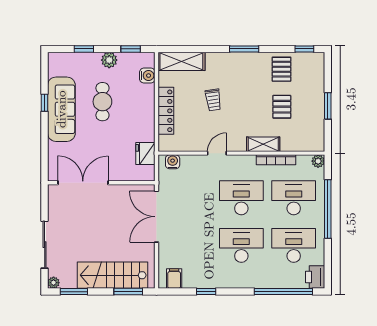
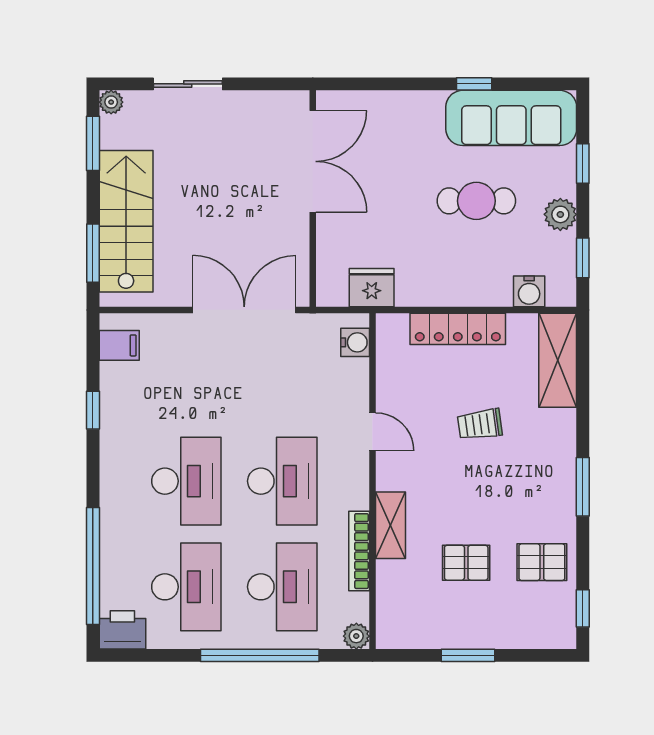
sofa: (61, 109) -> (511, 118), moved
sliding door: (45, 245) -> (188, 84), width x0.73

